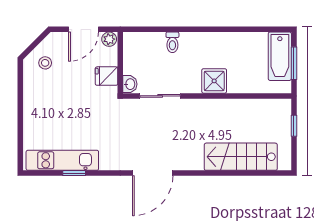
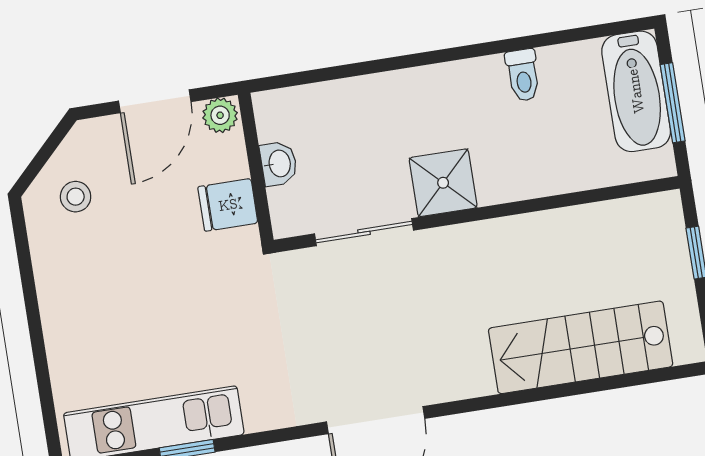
toilet: (172, 42) -> (523, 75), moved
shower: (214, 81) -> (443, 183), moved
washbasin: (130, 84) -> (279, 164), moved

